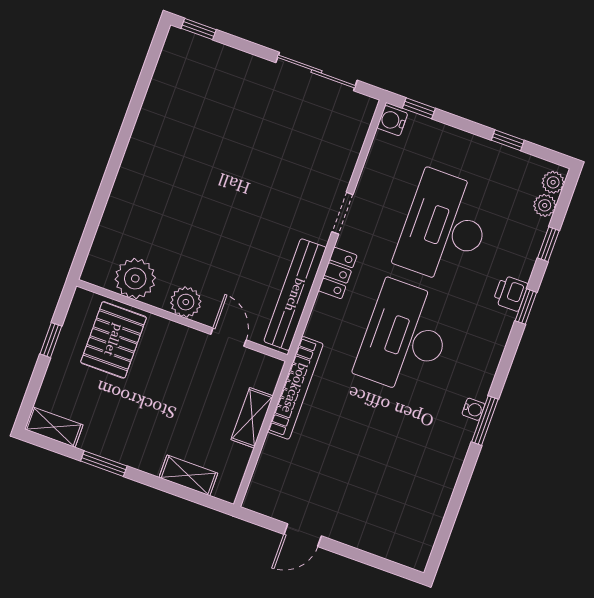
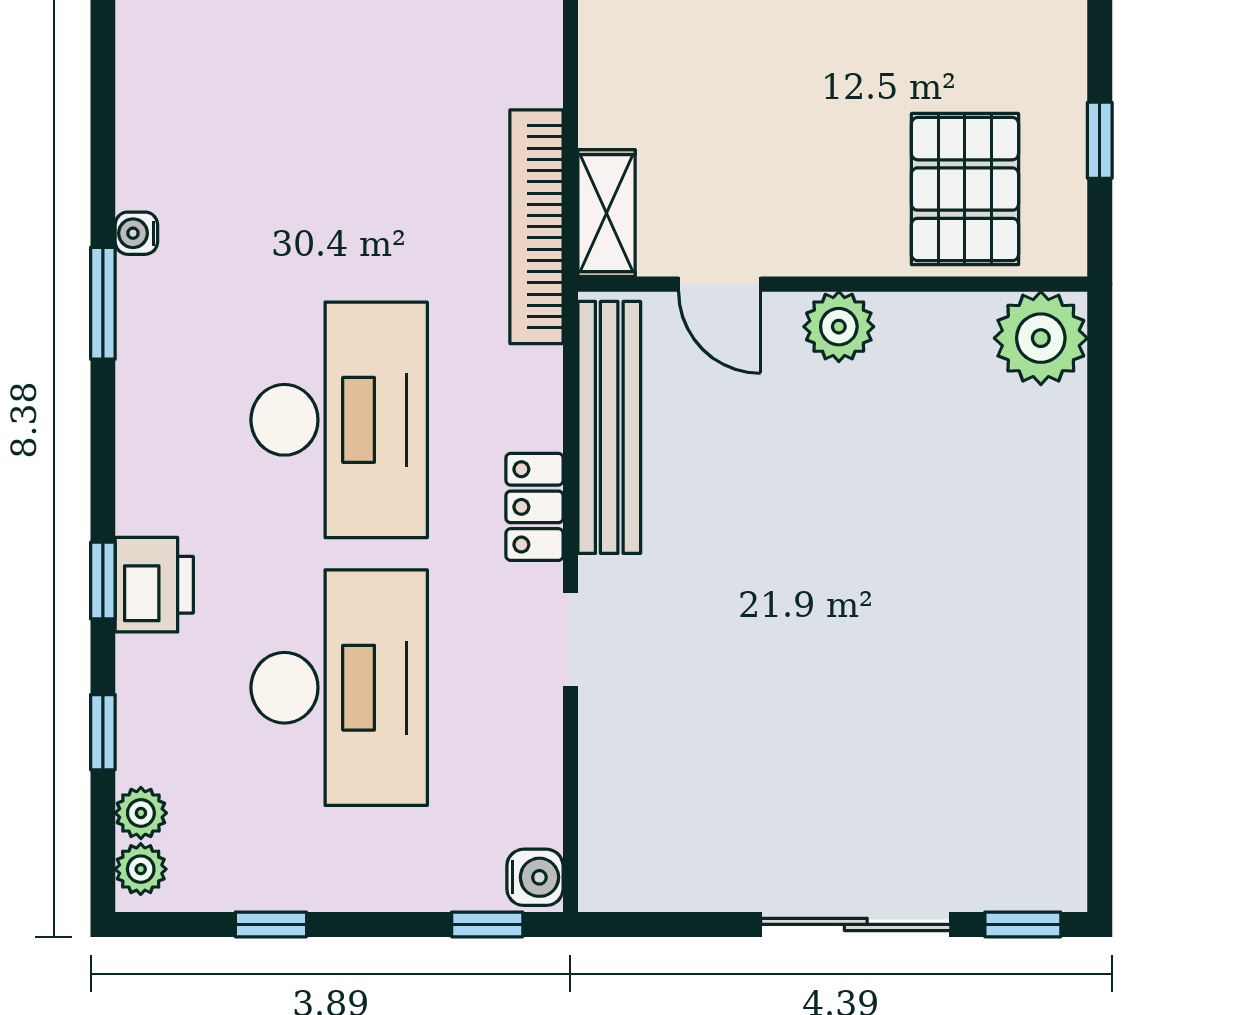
sliding door: (316, 71) -> (856, 924), moved
plant: (135, 278) -> (1041, 338), moved
printer: (510, 293) -> (154, 585), width x1.36, depth x1.24
water cooler: (473, 409) -> (136, 233), moved
shelving: (252, 418) -> (606, 213), moved

